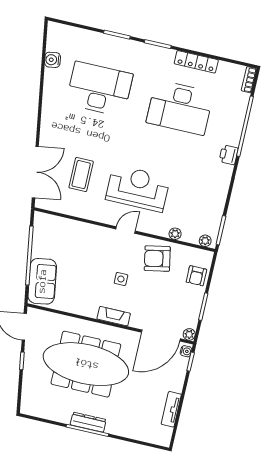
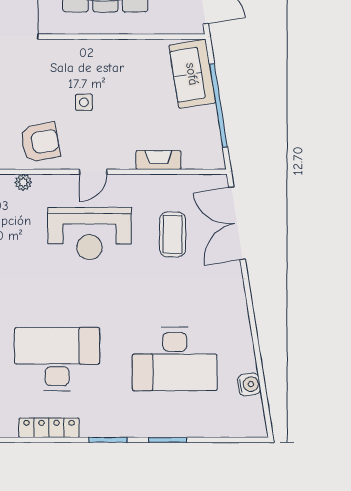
fireplace: (114, 316) -> (158, 160), moved, turned 180

